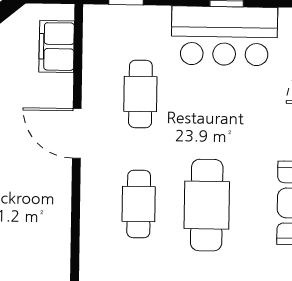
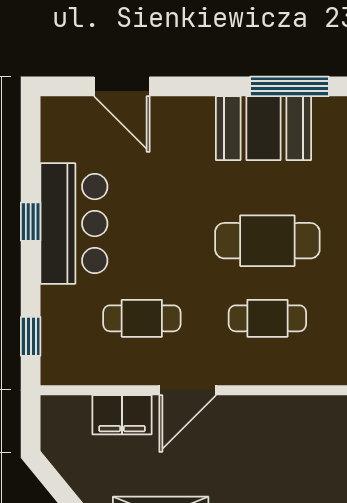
filing cabinet: (57, 46) -> (122, 415), moved

